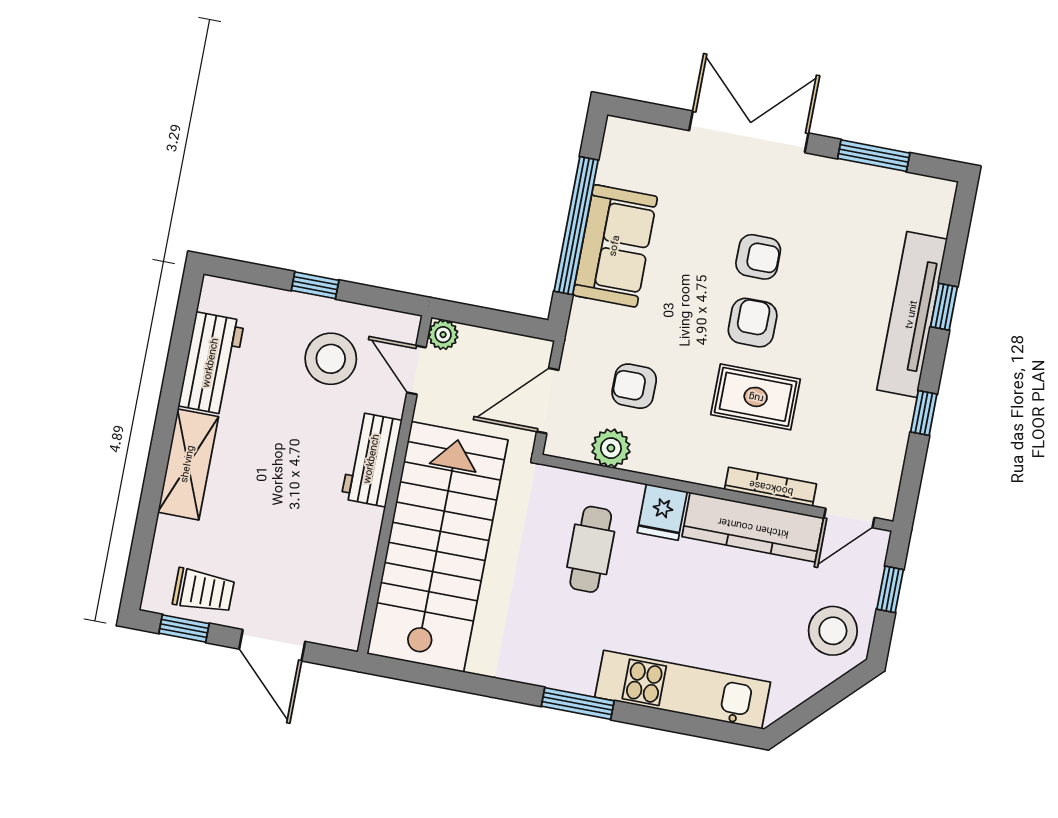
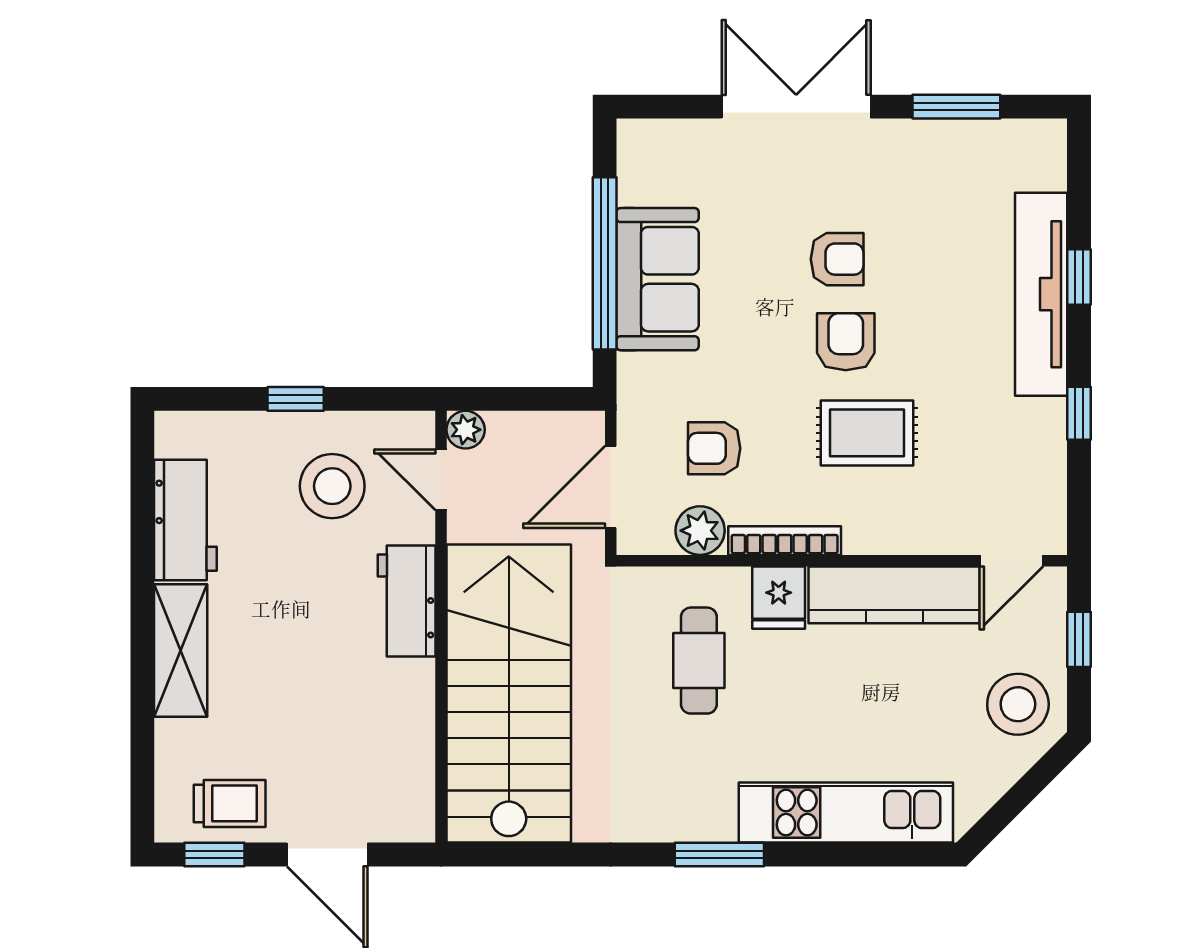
bookcase: (771, 487) -> (785, 541), moved

